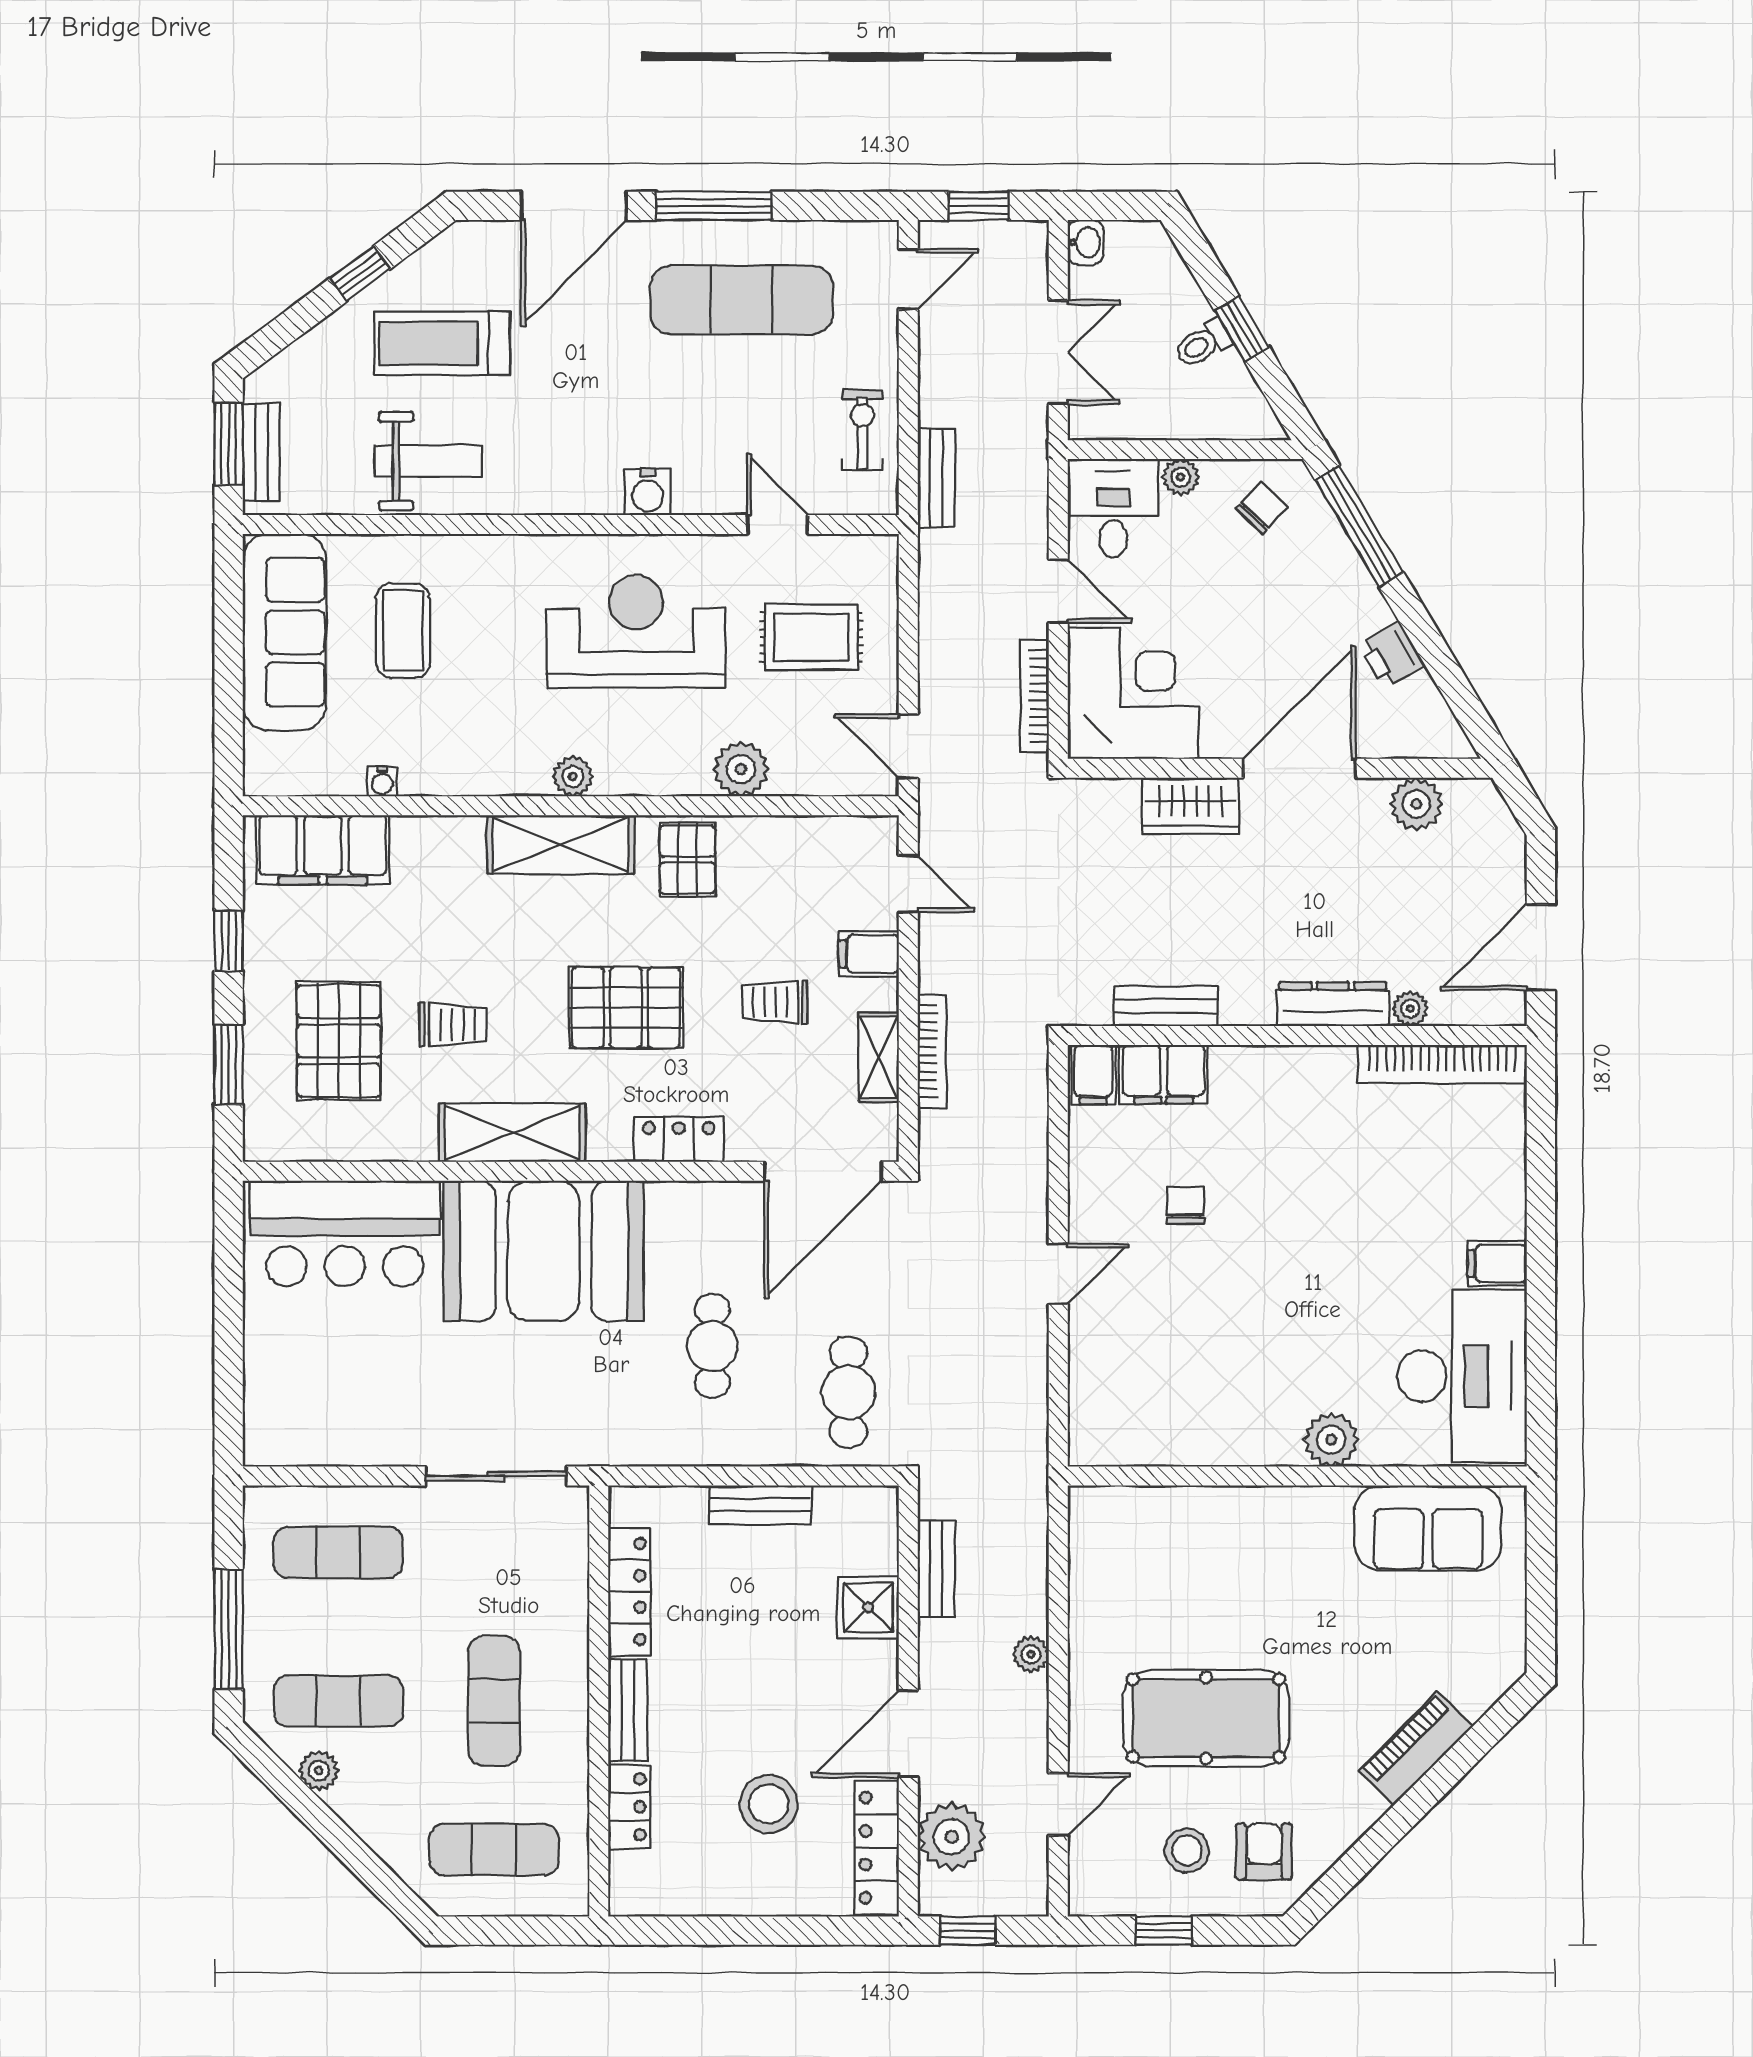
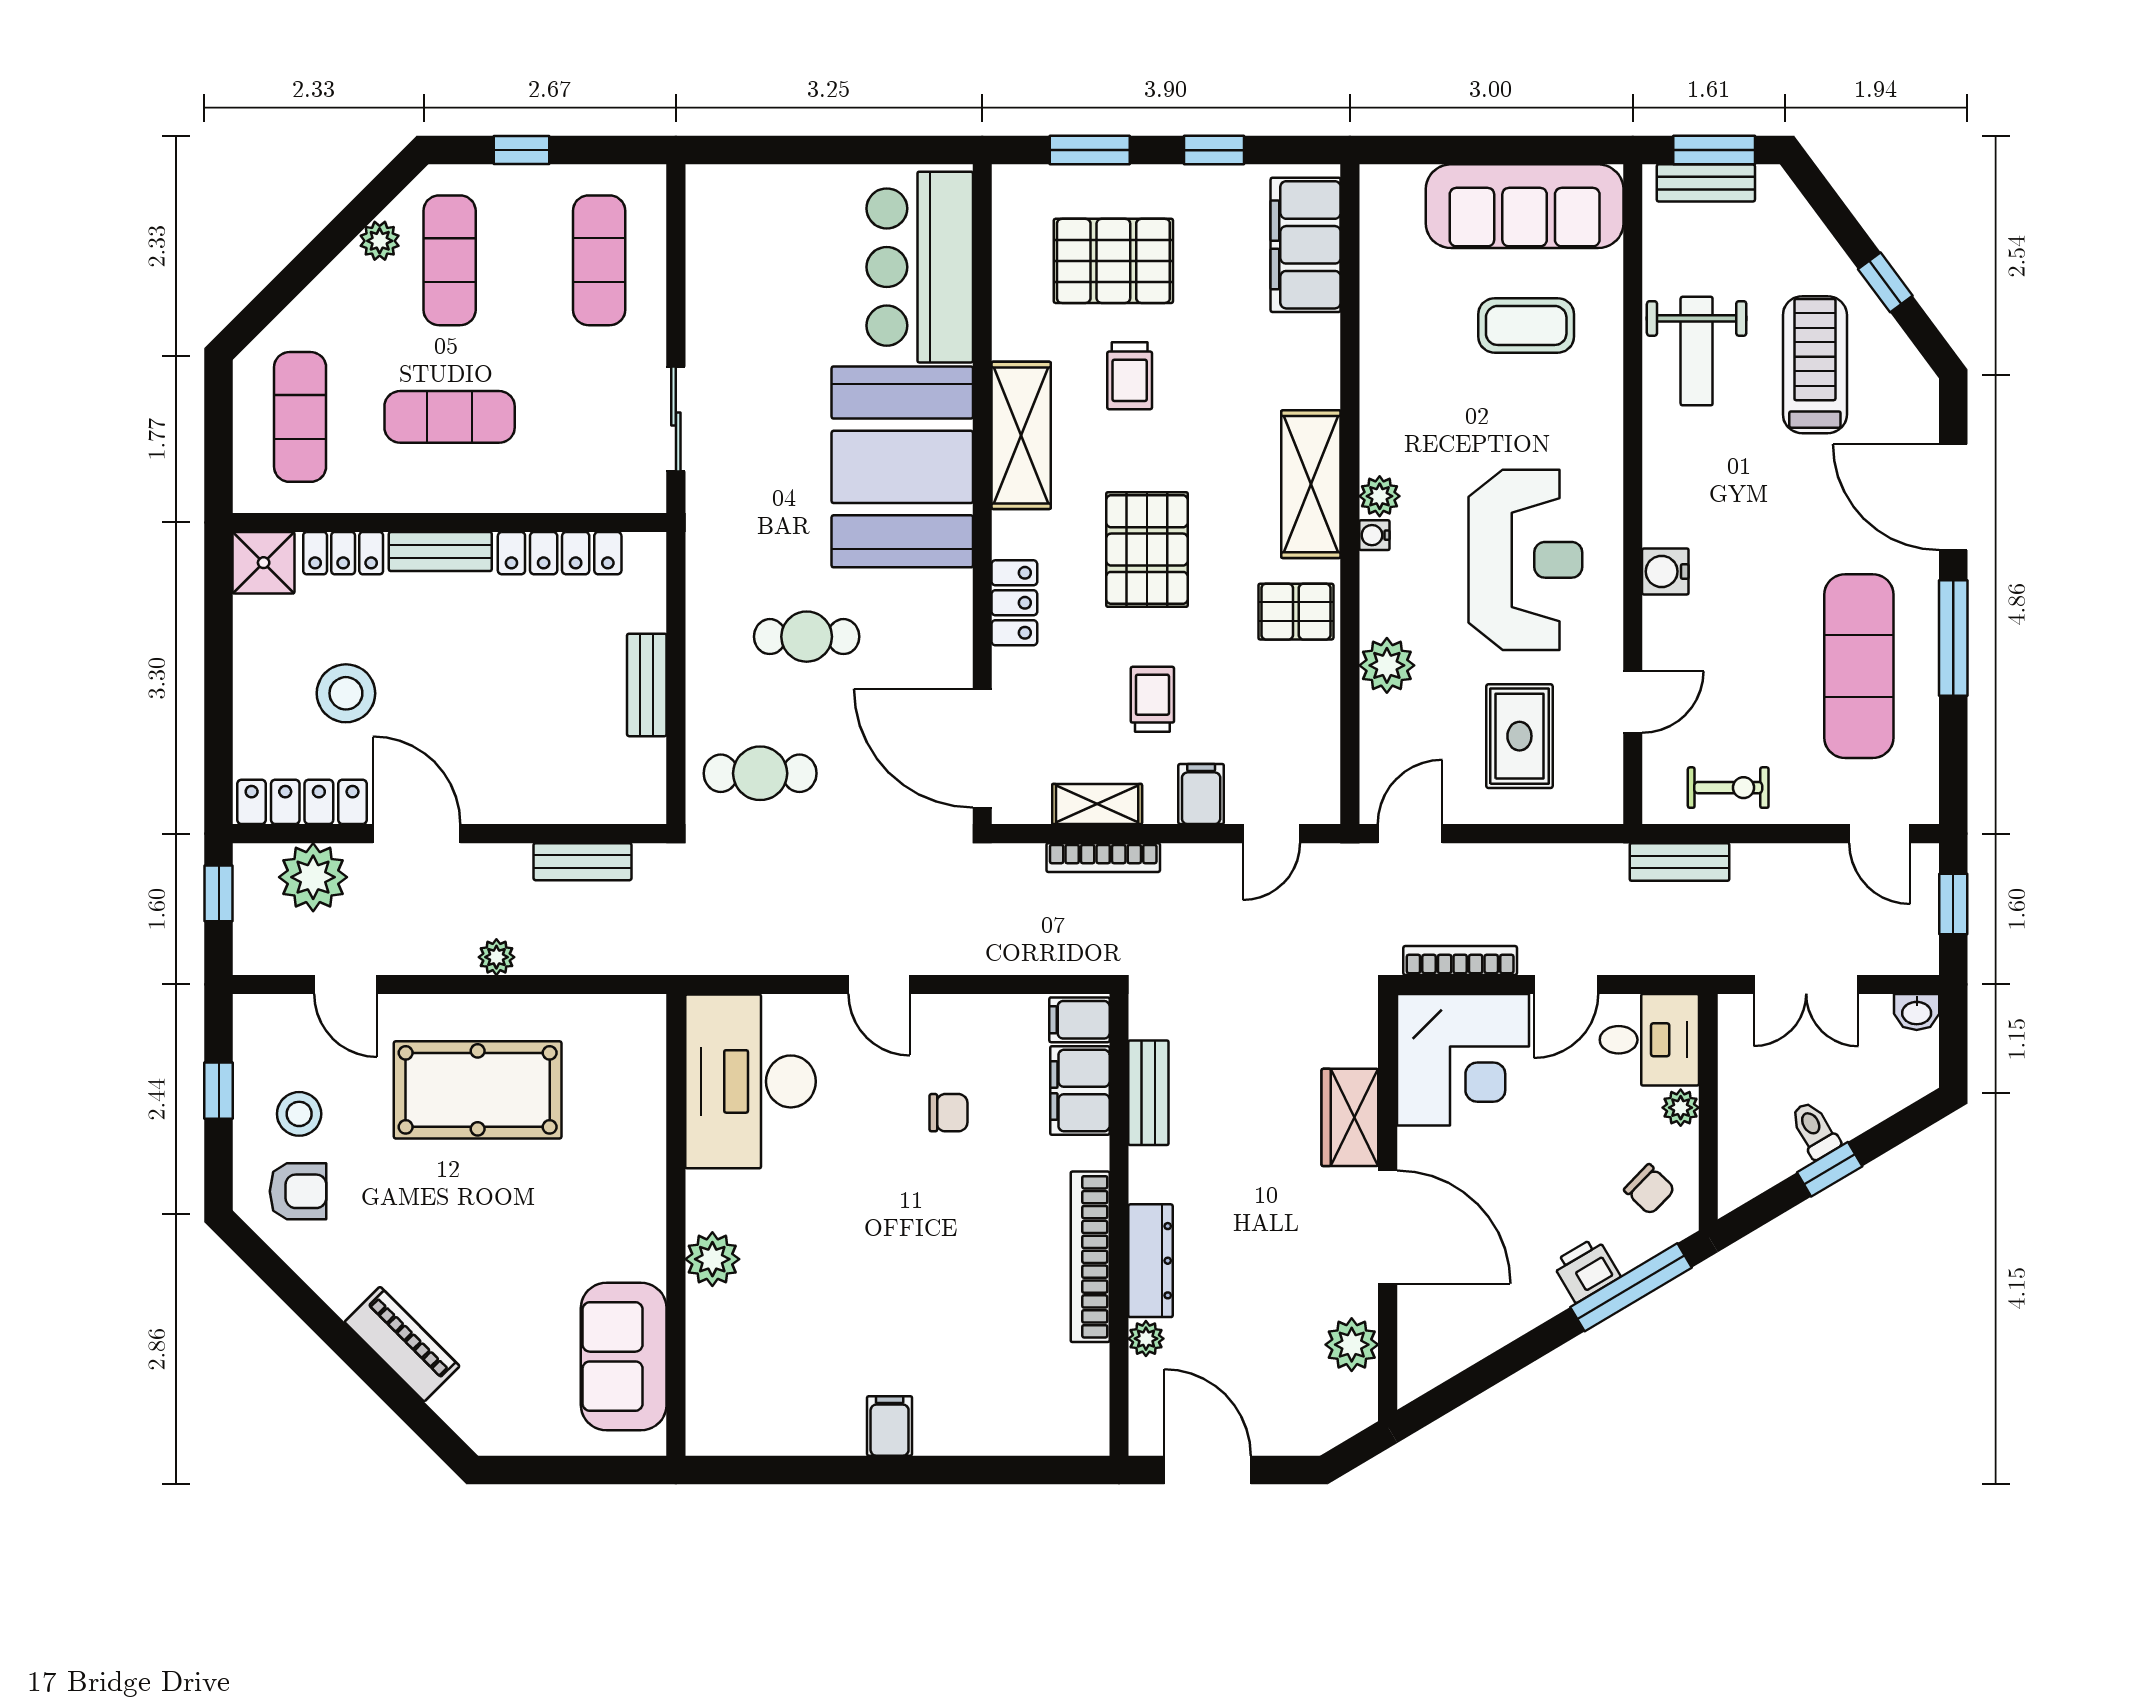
printer: (1392, 655) -> (1586, 1270), moved
water cooler: (382, 782) -> (1374, 535), moved
bookcase: (1442, 1064) -> (1090, 1257), moved
desk: (1462, 1376) -> (750, 1081), moved, turned 90
sliding door: (496, 1476) -> (676, 419), width x0.73
shower: (868, 1608) -> (264, 563), moved
window: (229, 1629) -> (522, 150), width x0.46
pool table: (1206, 1718) -> (478, 1090), moved, turned 90

